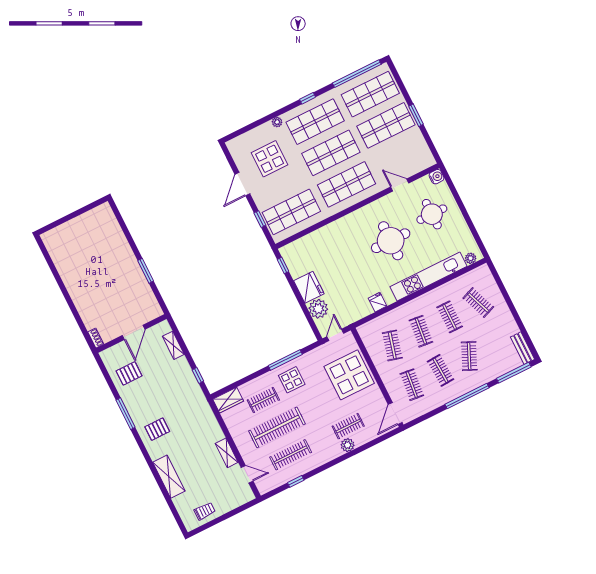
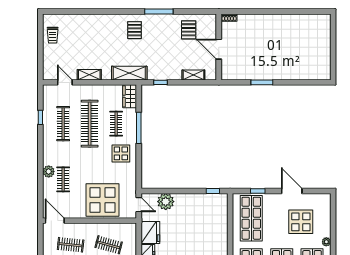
fridge: (309, 287) -> (150, 232), moved, turned -90
window: (285, 360) -> (139, 128), moved
door: (247, 474) -> (65, 82), swing flipped
shelving: (169, 477) -> (129, 73), moved

